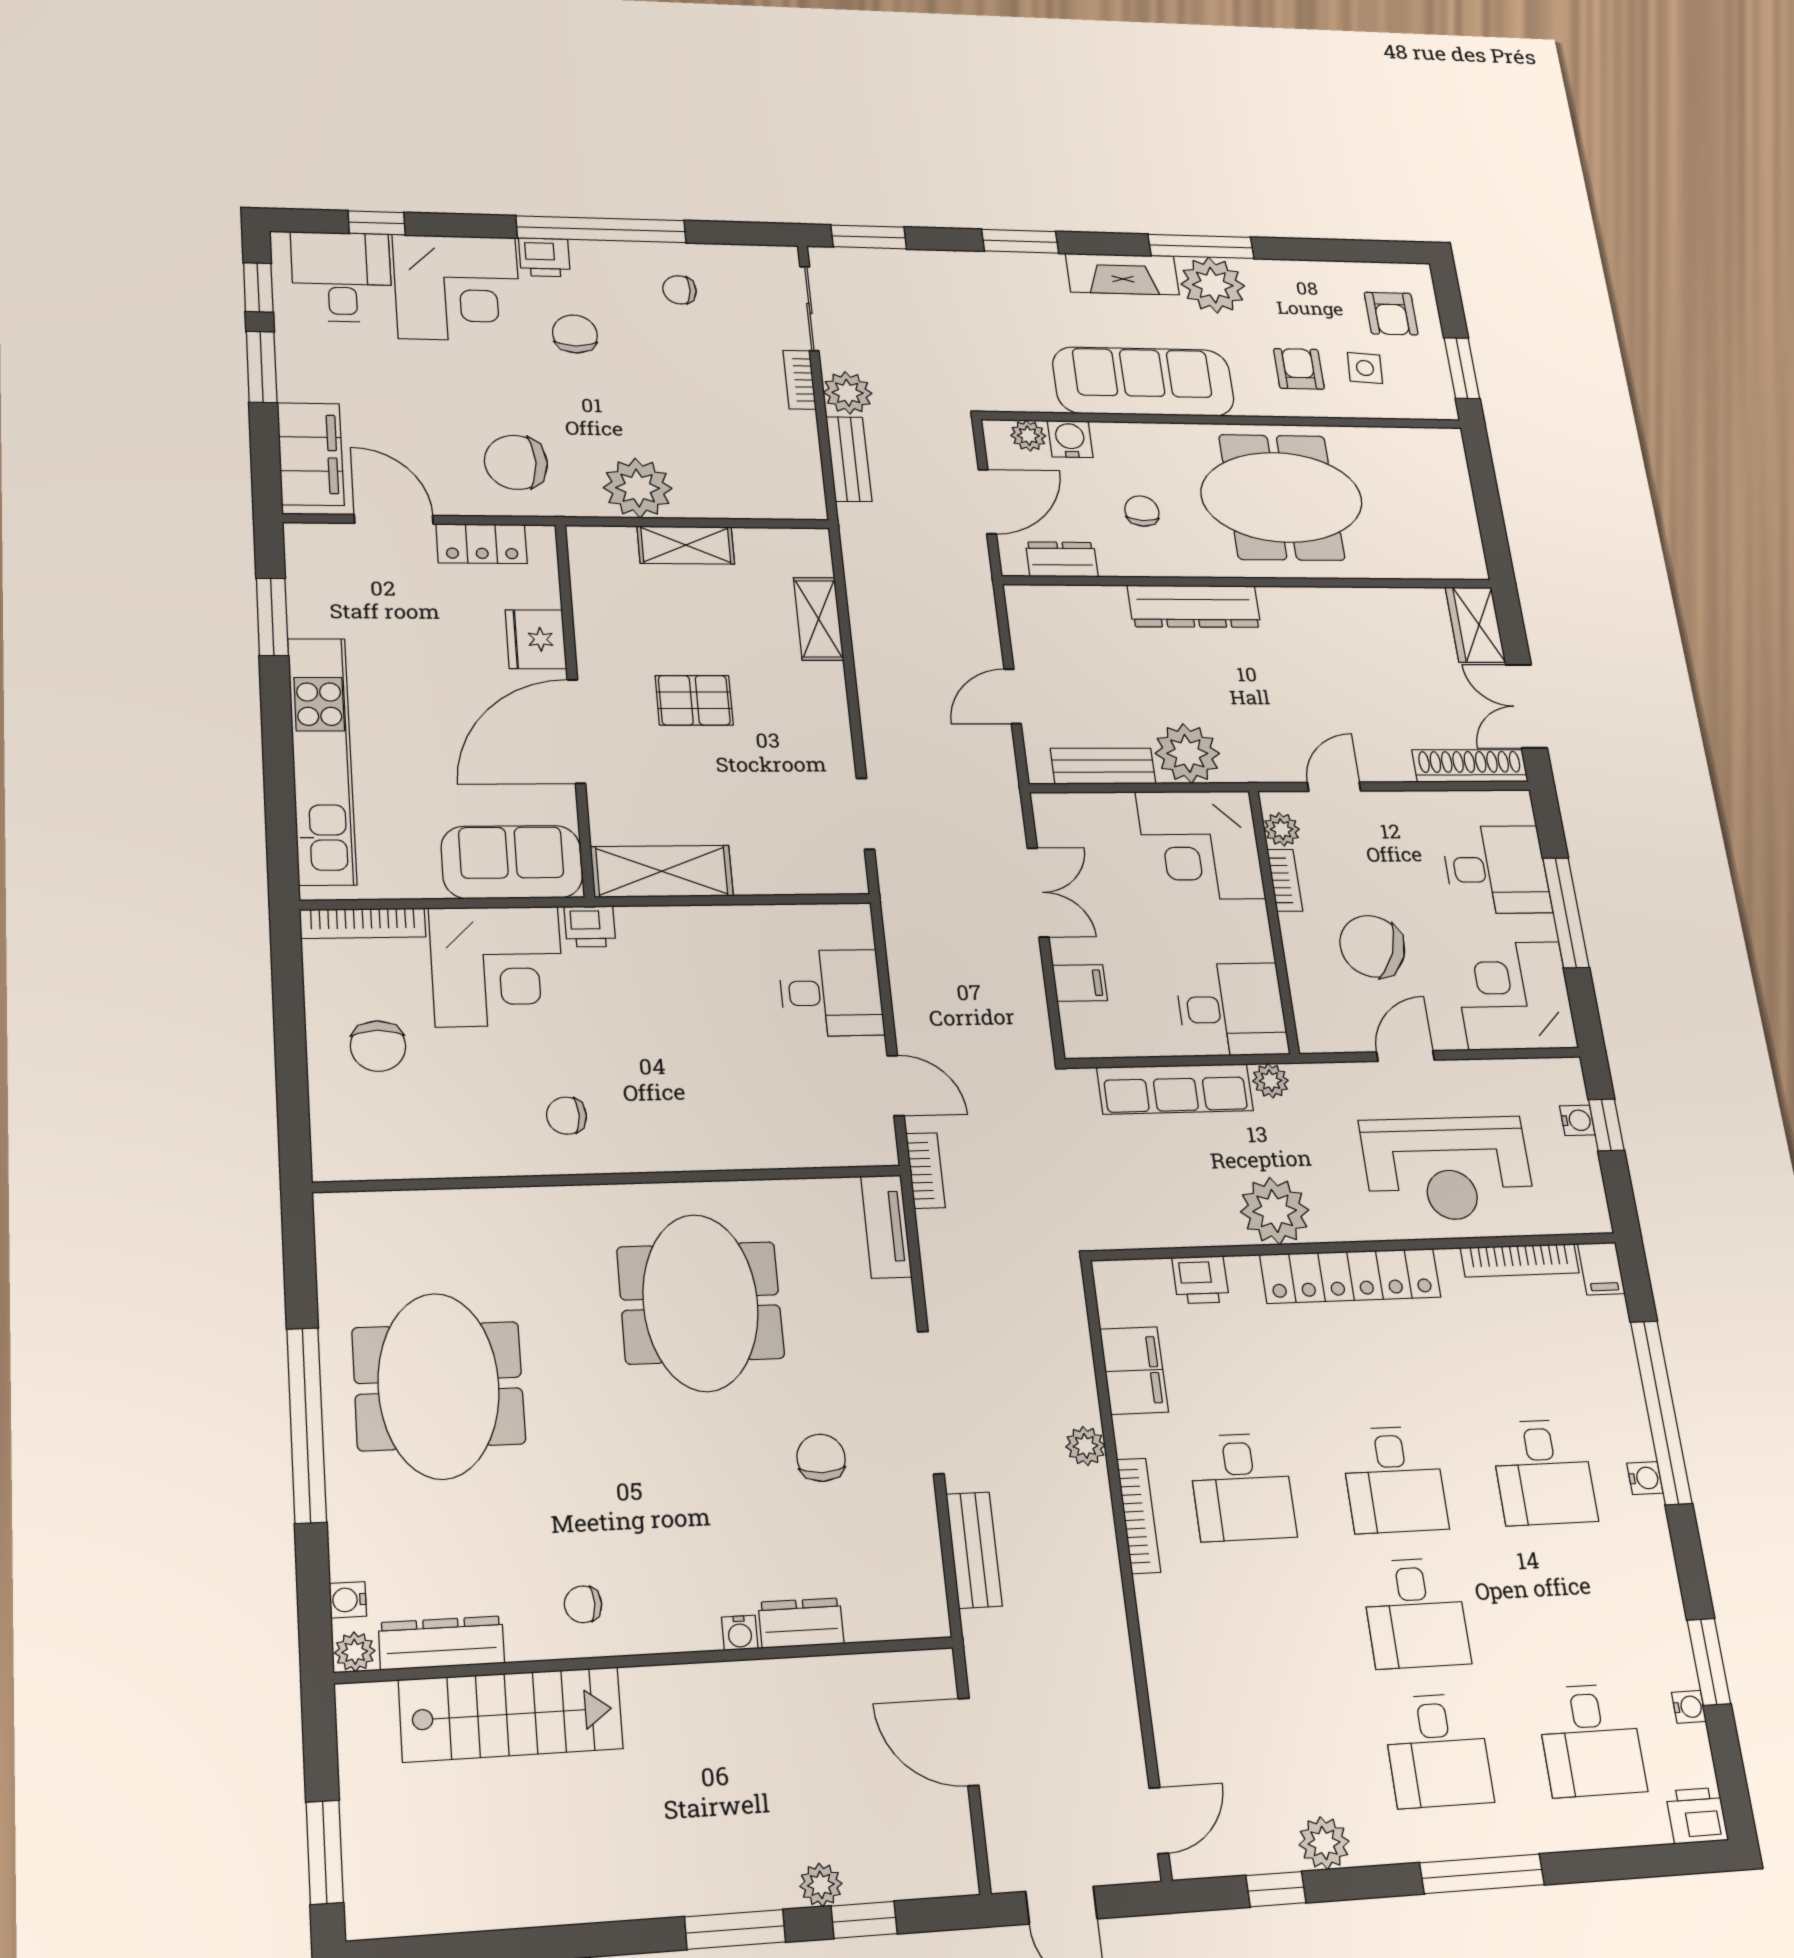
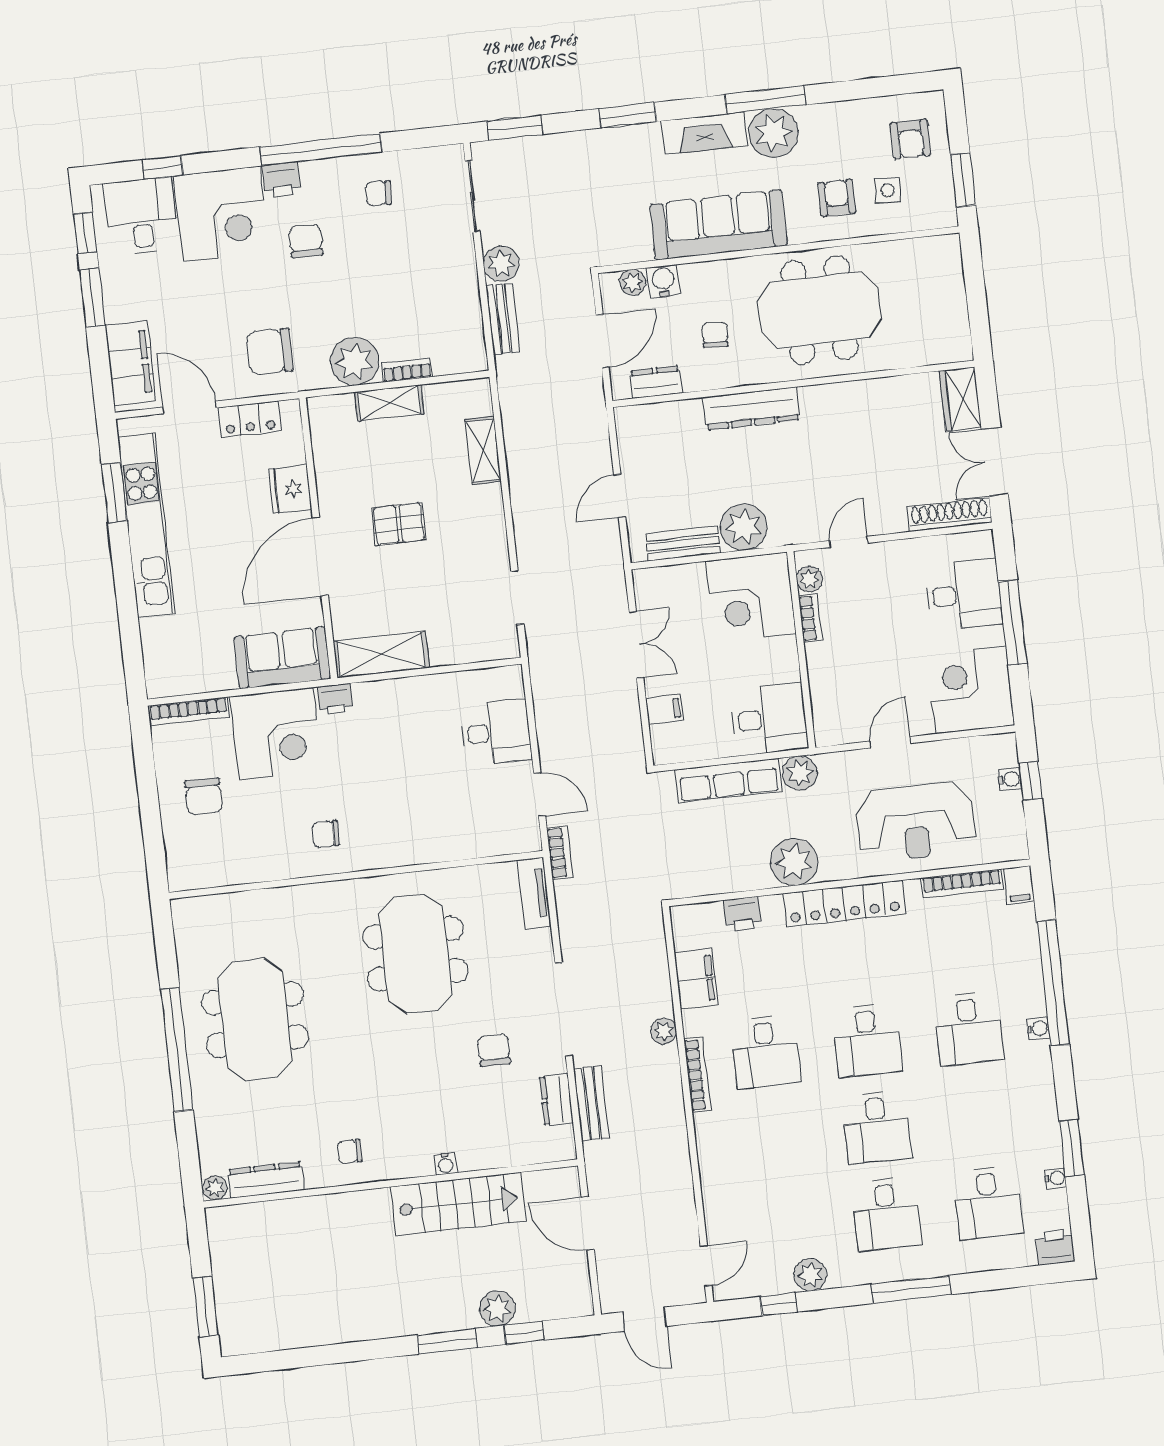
bookcase: (800, 380) -> (407, 370), moved, turned 90
kitchen unit: (322, 760) -> (146, 525), moved
chair: (1372, 946) -> (871, 662), removed
plant: (1270, 1081) -> (800, 773), width x1.38, depth x1.38
water cooler: (348, 1600) -> (209, 1157), removed
dresser: (801, 1623) -> (556, 1099), moved, turned -90
stairs: (511, 1714) -> (458, 1204), moved
plant: (821, 1885) -> (497, 1308), width x1.38, depth x1.38

